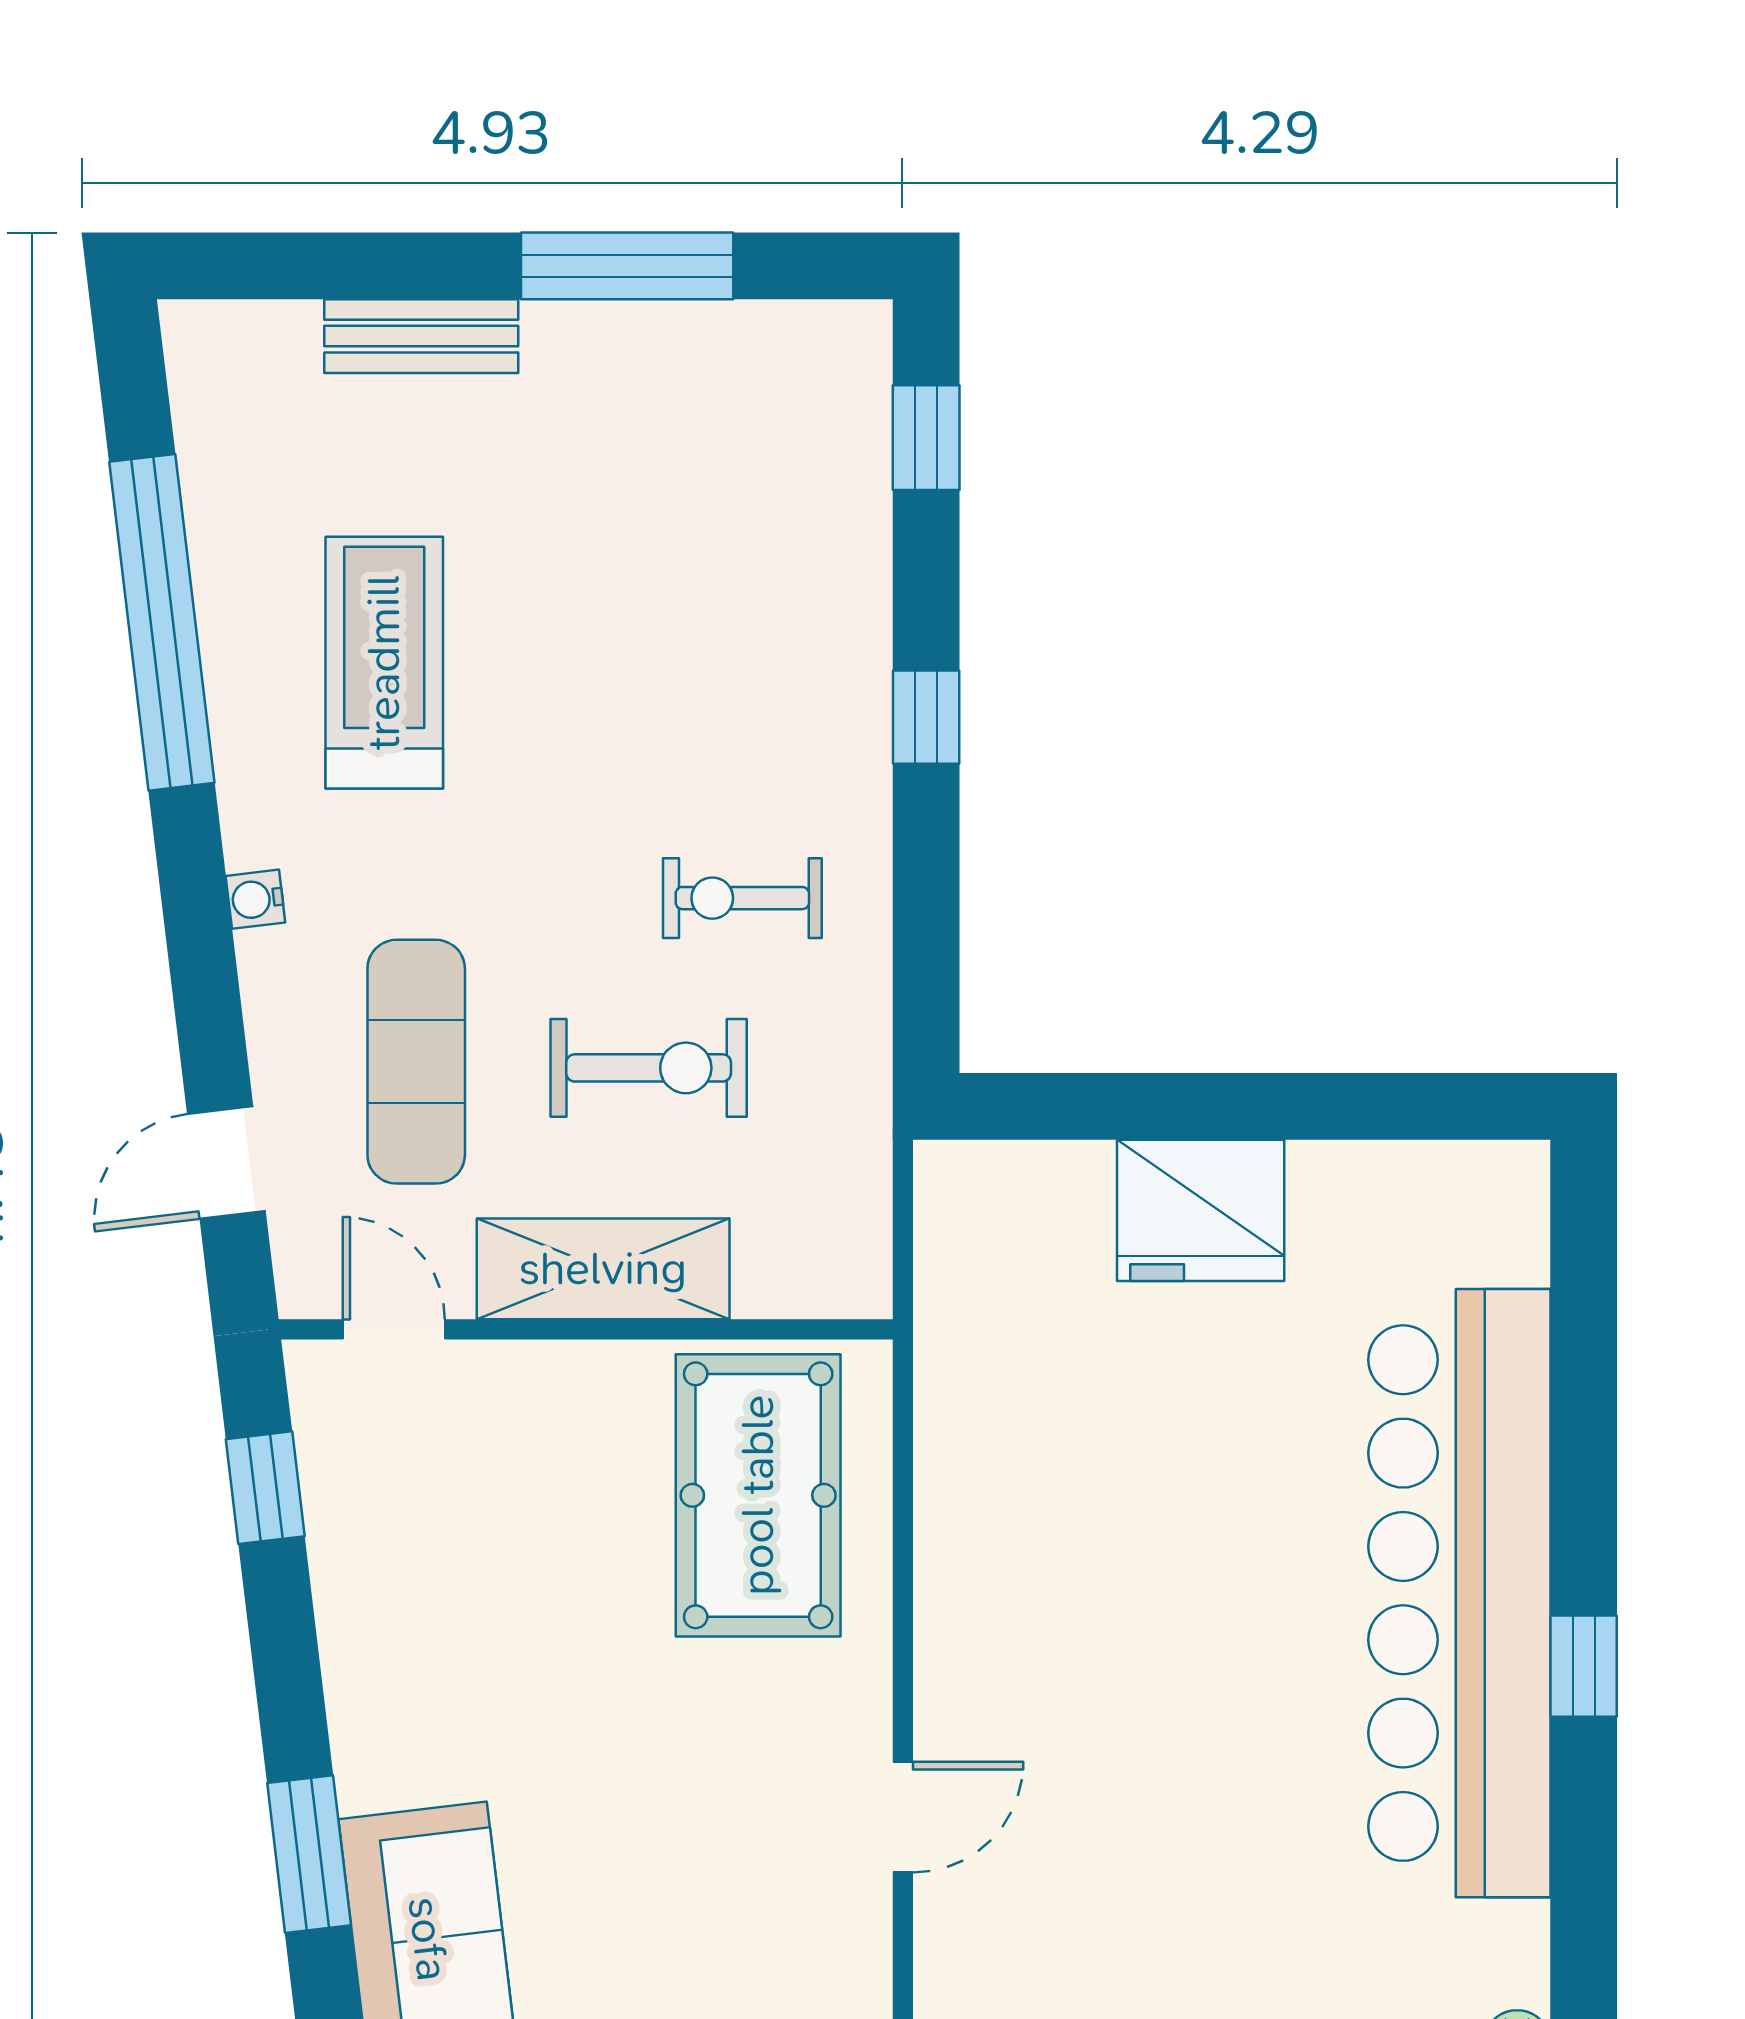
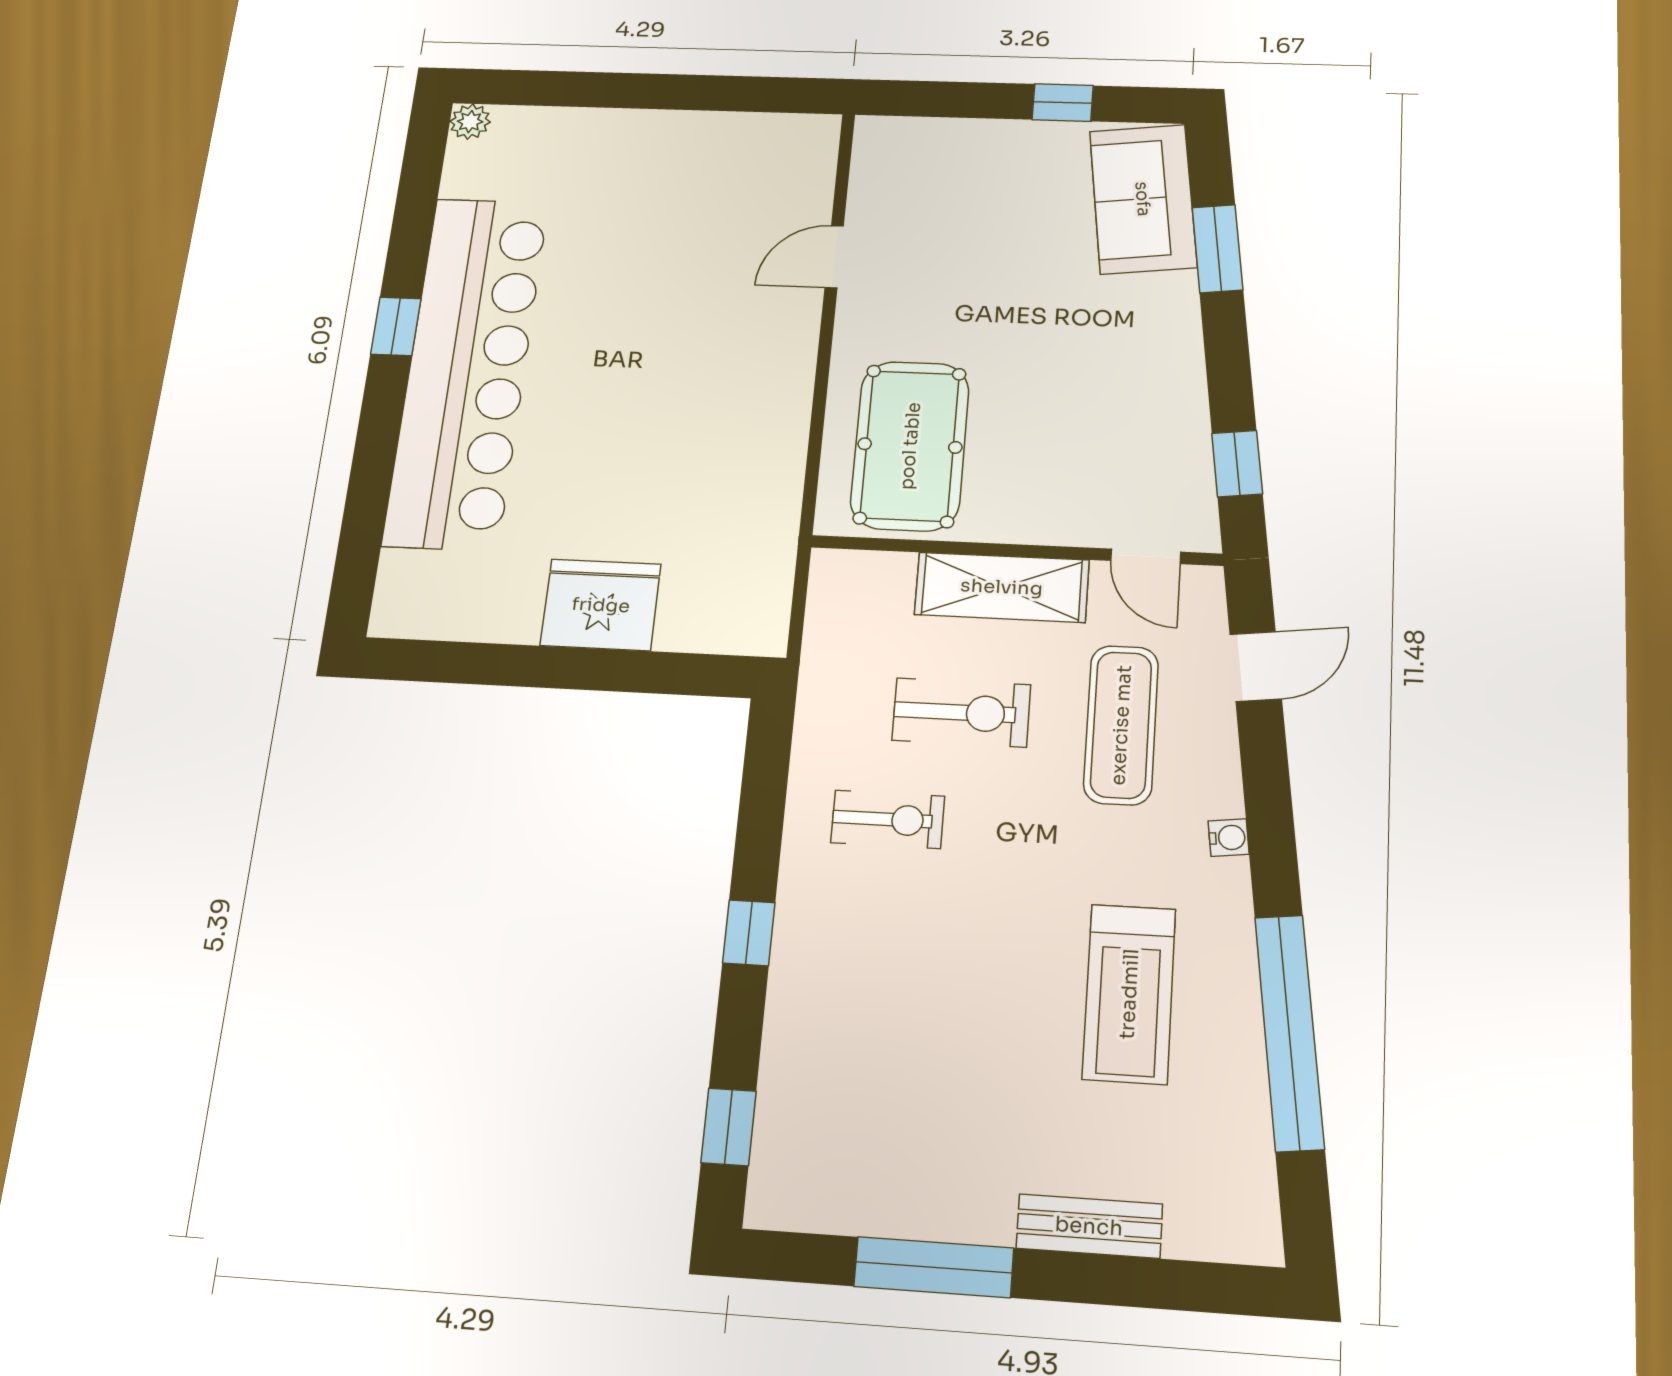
exercise bike: (649, 1068) -> (961, 712), turned 180

